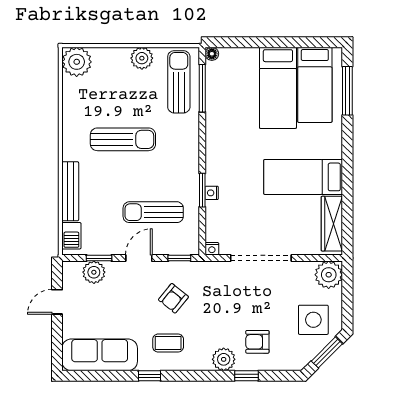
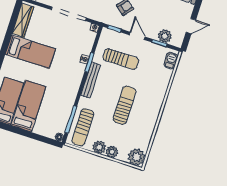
plant: (119, 57) -> (112, 152), added
sun lounger: (123, 139) -> (125, 105), turned 90
bench: (70, 191) -> (91, 80), moved
door: (139, 258) -> (137, 36), swing flipped

